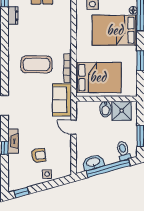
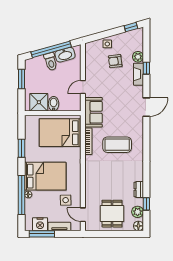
door: (74, 127) -> (83, 87), swing flipped
toilet: (123, 151) -> (51, 62), moved
plant: (14, 160) -> (138, 57), added

